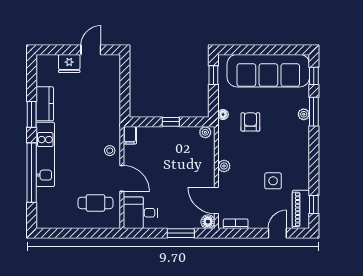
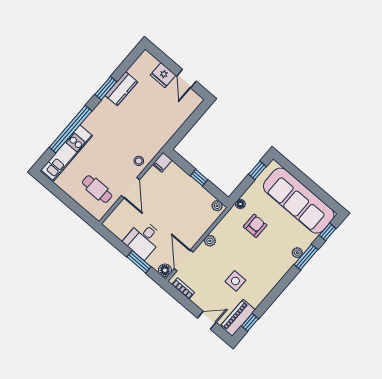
door: (91, 50) -> (187, 79), swing flipped
kitchen unit: (45, 154) -> (67, 153), moved
desk: (140, 213) -> (143, 239), moved, turned -90

